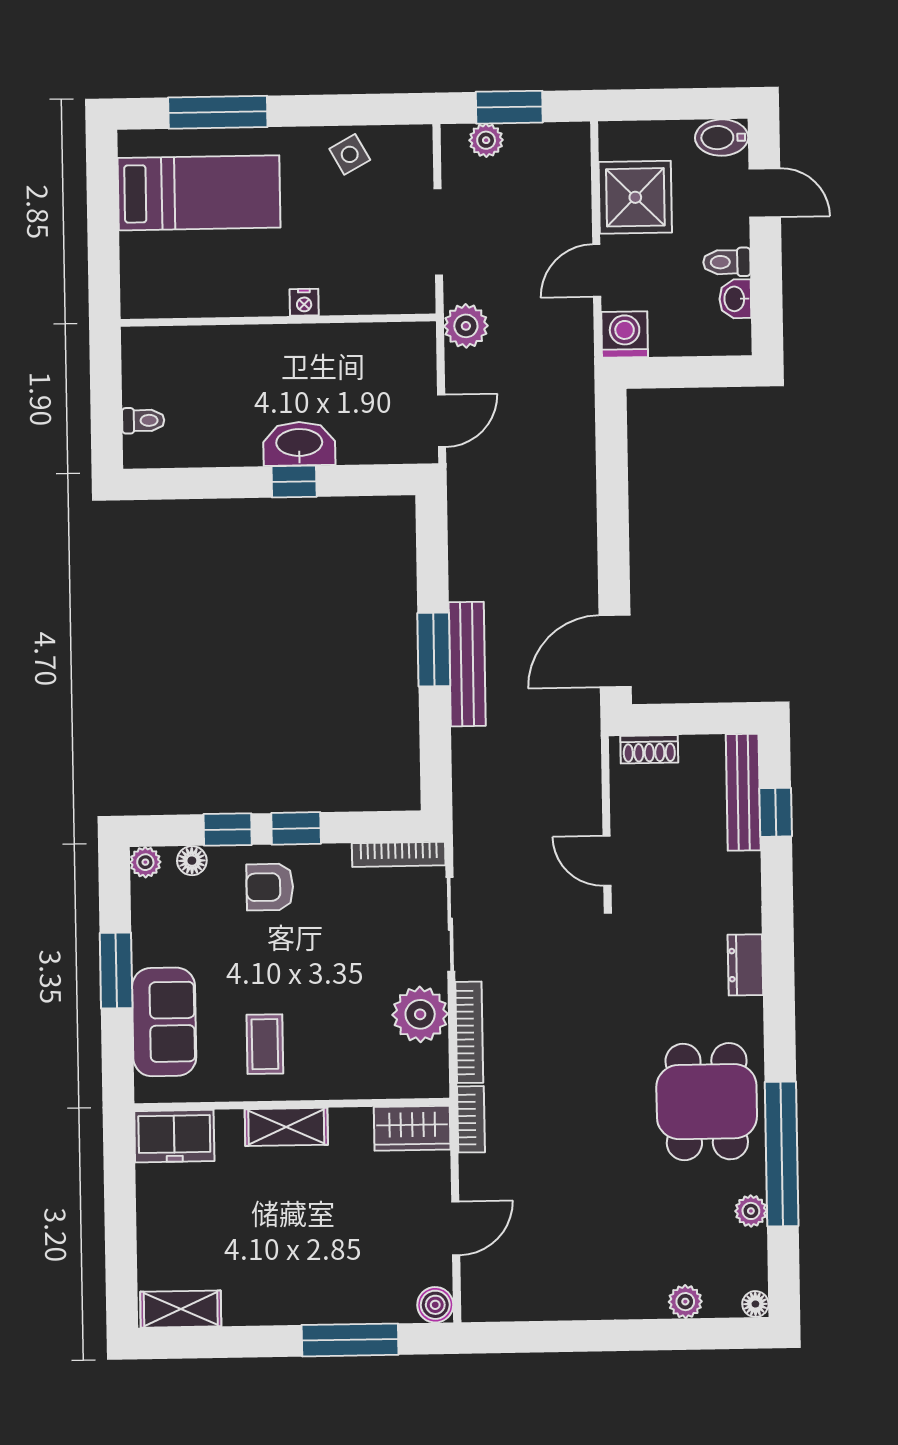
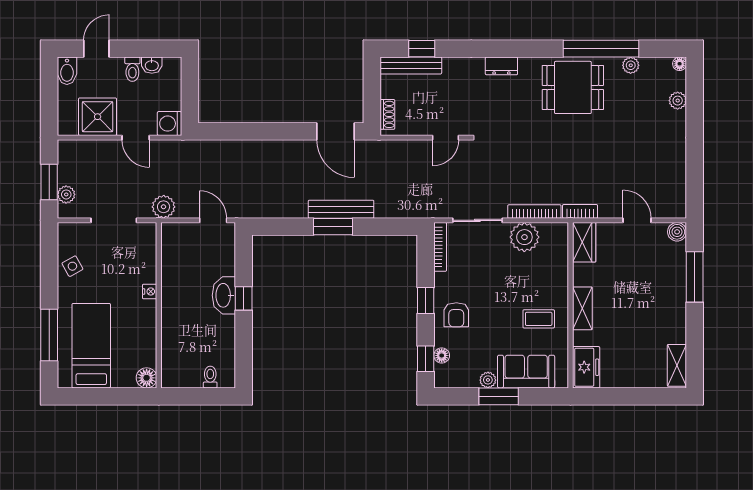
floor lamp: (140, 299) -> (147, 378), added
window: (228, 830) -> (426, 359), moved
plant: (145, 862) -> (488, 380), moved

